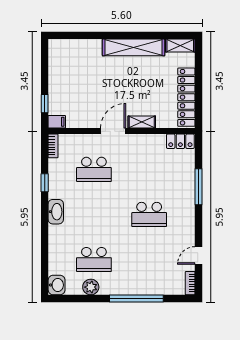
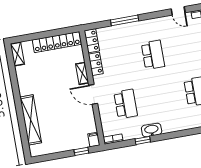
shelving: (134, 47) -> (31, 120), moved
locker: (151, 141) -> (96, 64), added
washbasin: (56, 212) -> (152, 130), moved

